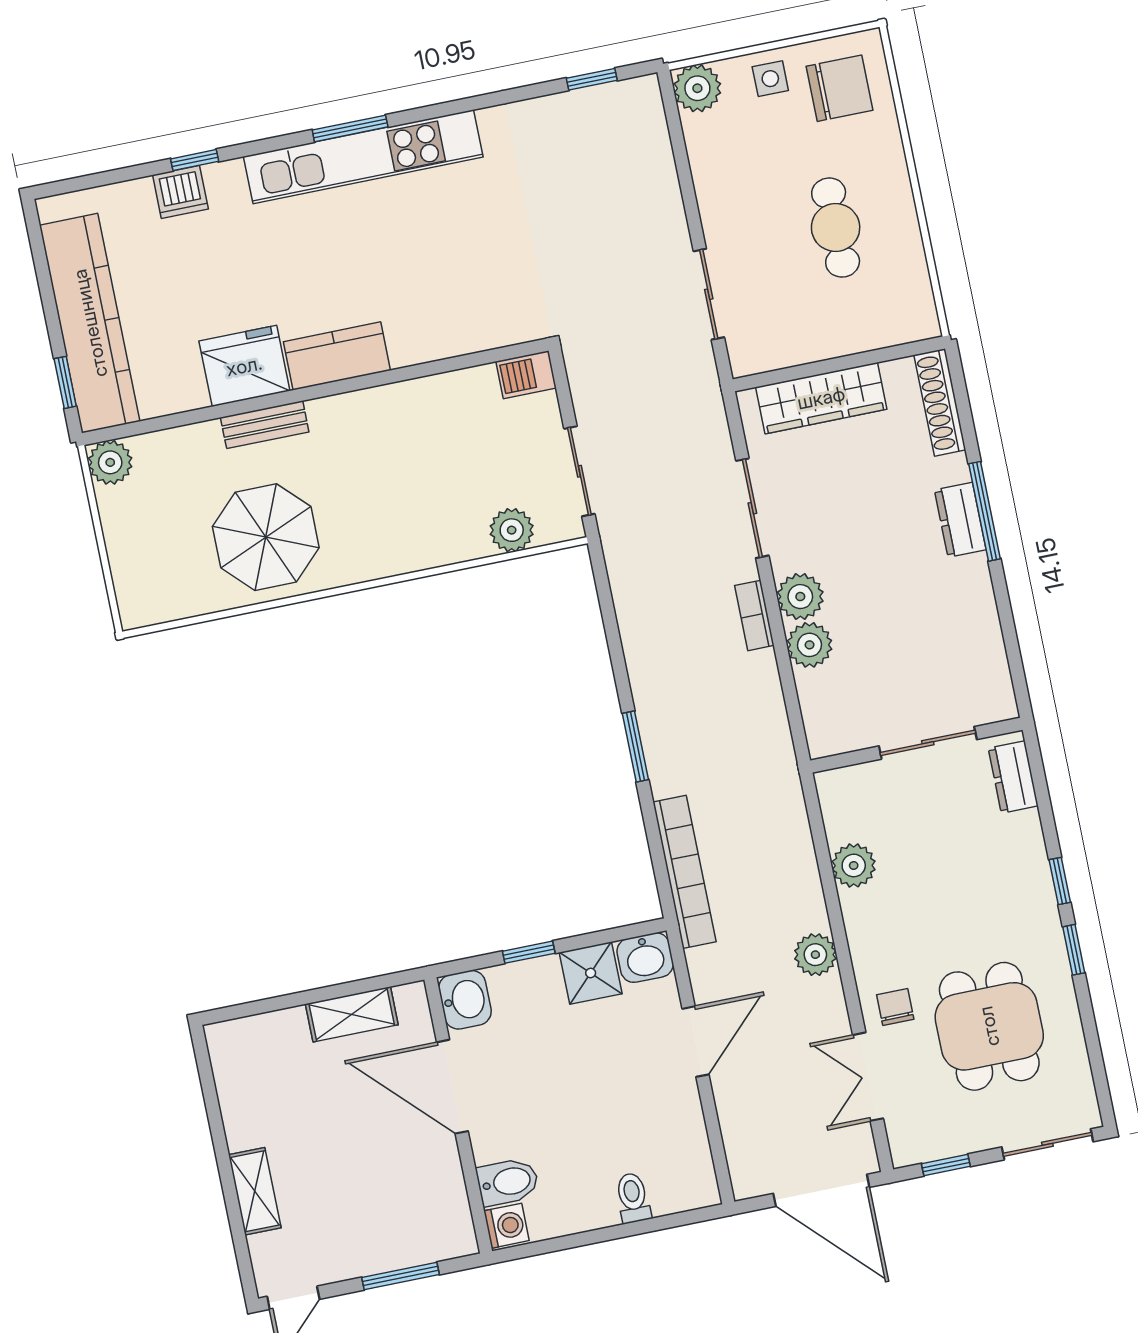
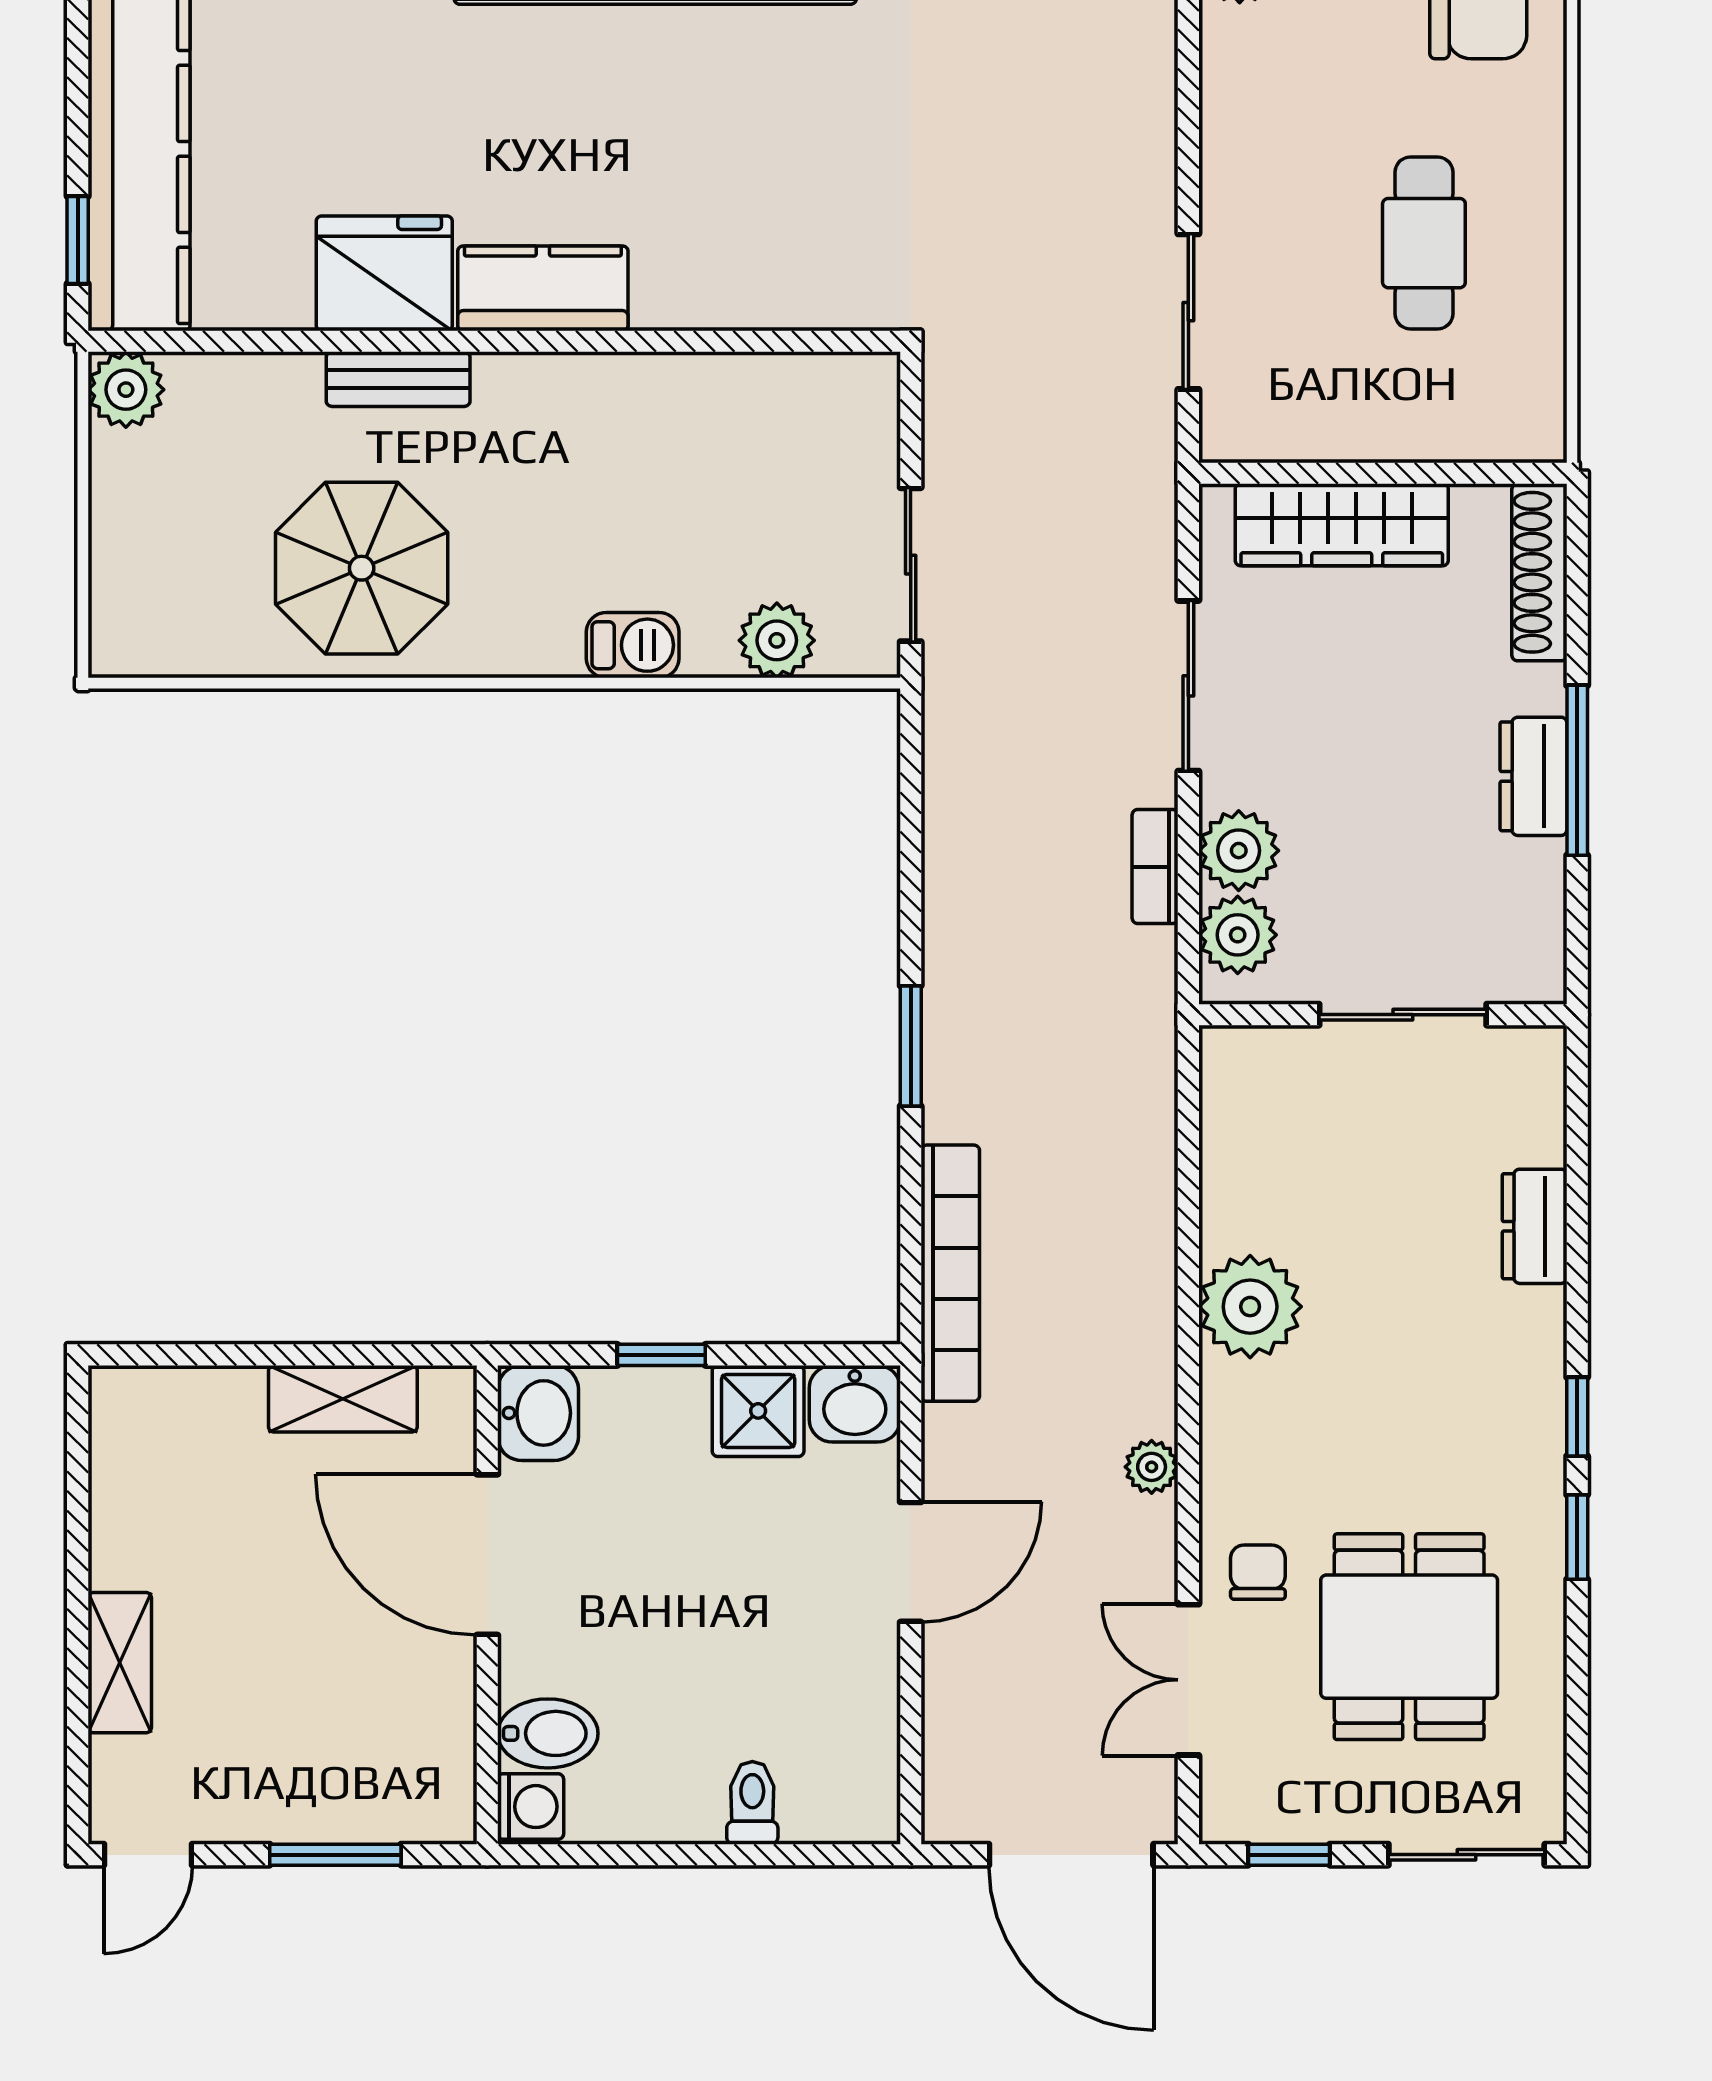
barbecue: (526, 375) -> (633, 645), moved, turned 180
sliding door: (928, 743) -> (1403, 1015), moved
wall: (916, 745) -> (1383, 1015), moved
plant: (854, 865) -> (1250, 1307), width x1.36, depth x1.36
plant: (815, 955) -> (1152, 1467), width x0.73, depth x0.73

